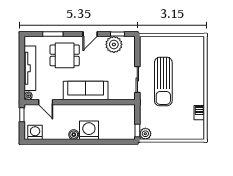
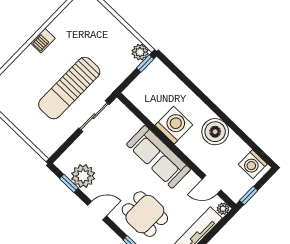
sun lounger: (163, 82) -> (69, 88), turned 180
door: (46, 102) -> (211, 185), swing flipped
barbecue: (199, 113) -> (43, 41), moved
washing machine: (89, 130) -> (174, 125), moved, turned 180
boiler: (74, 135) -> (215, 132), width x1.86, depth x1.86

